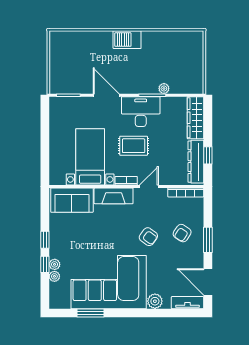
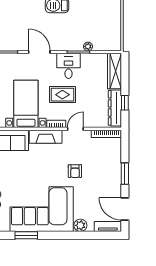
desk: (141, 112) -> (68, 66), width x0.73
armchair: (182, 233) -> (103, 168), removed
armchair: (148, 237) -> (75, 171), turned 54

